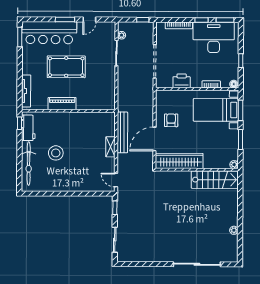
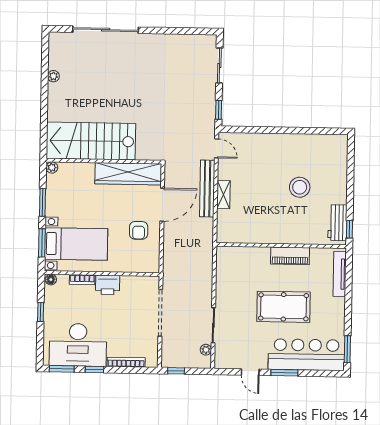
door: (89, 20) -> (250, 372), swing flipped
printer: (182, 81) -> (108, 285), moved
bench: (122, 132) -> (207, 188), moved
bicycle: (29, 163) -> (338, 173), removed
stairs: (215, 180) -> (91, 141), width x1.36, depth x1.51

